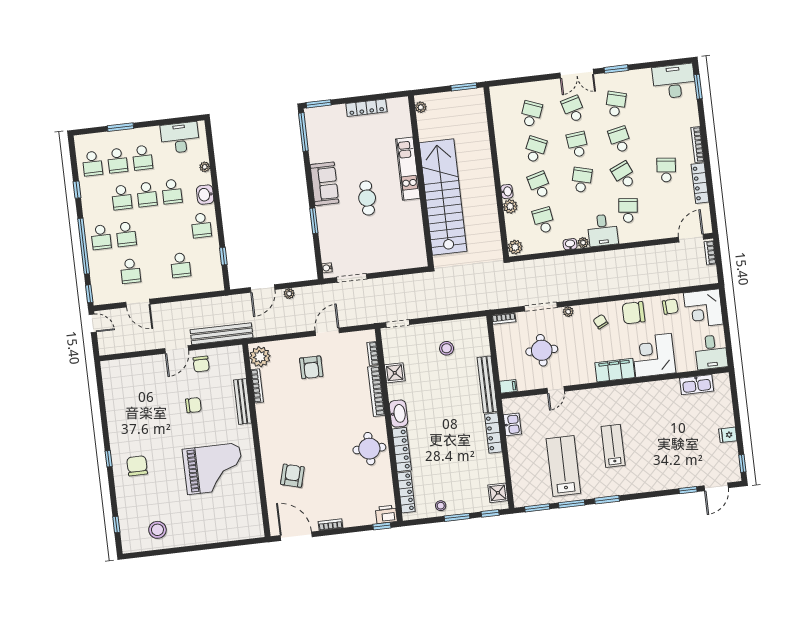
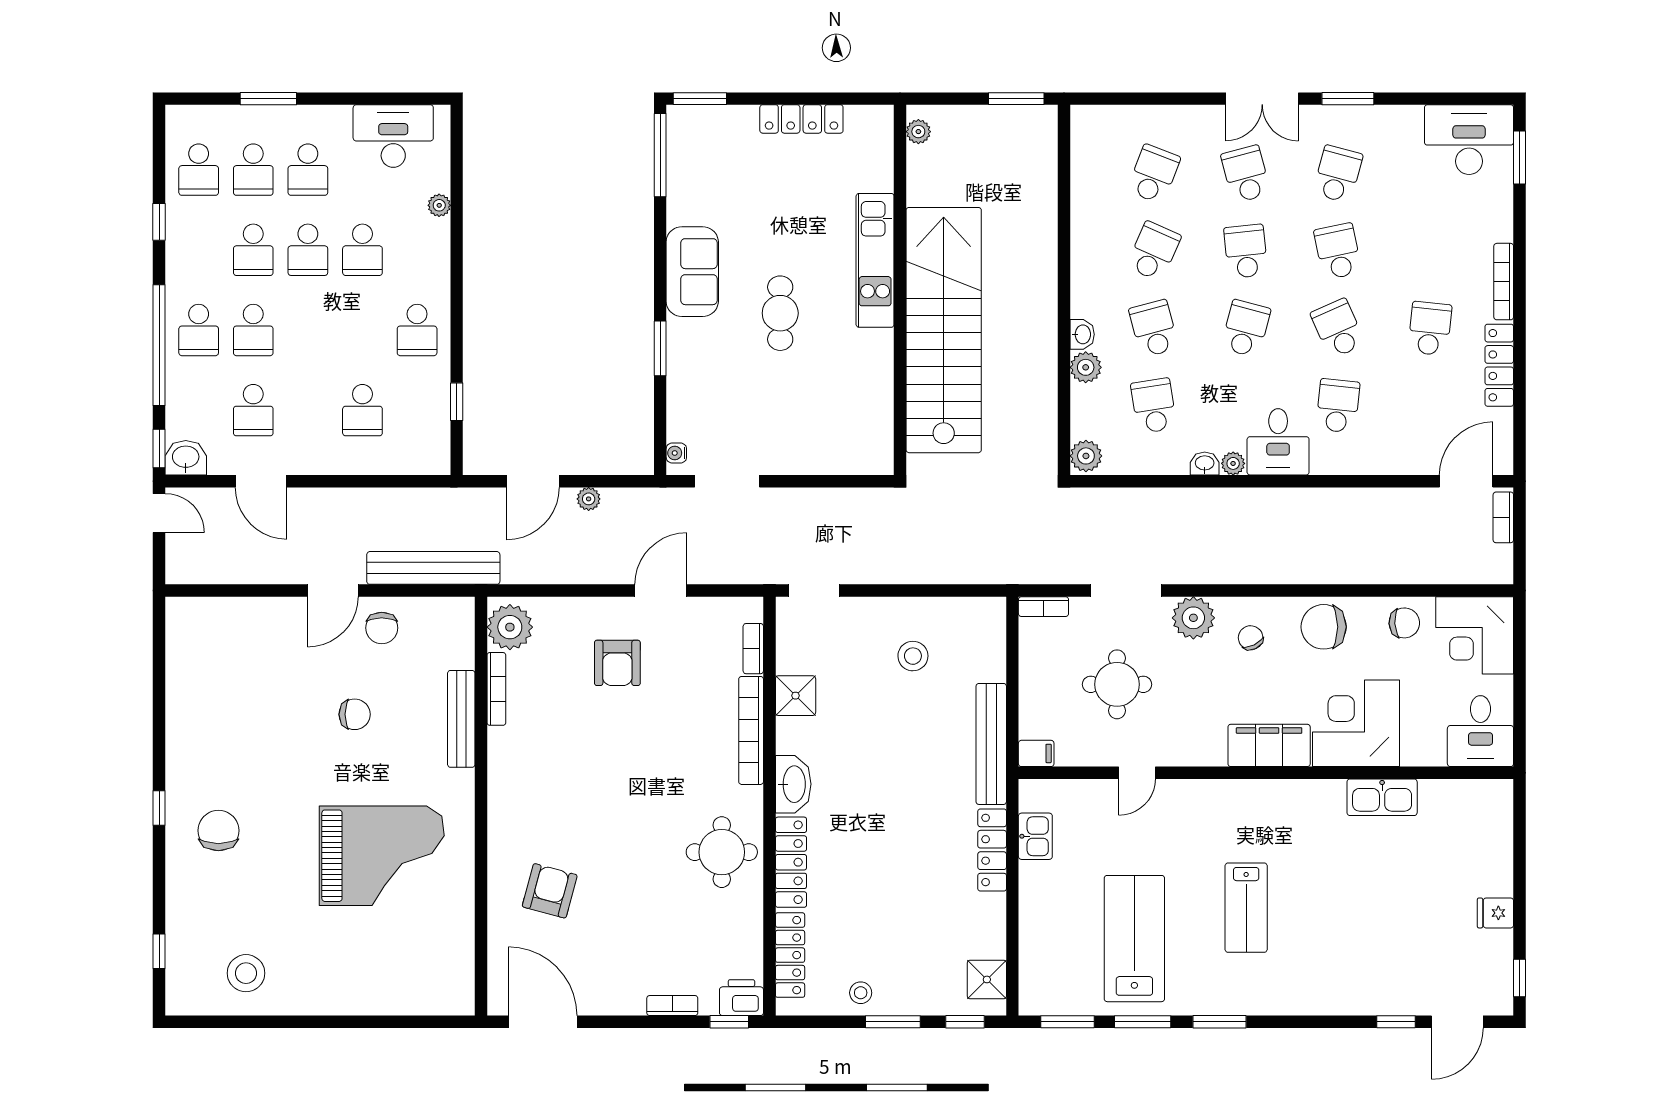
washbasin: (205, 195) -> (186, 458), moved, turned 90
plant: (568, 312) -> (1193, 618), width x1.87, depth x1.87
kitchen sink: (697, 385) -> (1382, 797), moved
lab bench: (613, 446) -> (1246, 908), turned 180
bookcase: (330, 525) -> (672, 1006), moved

